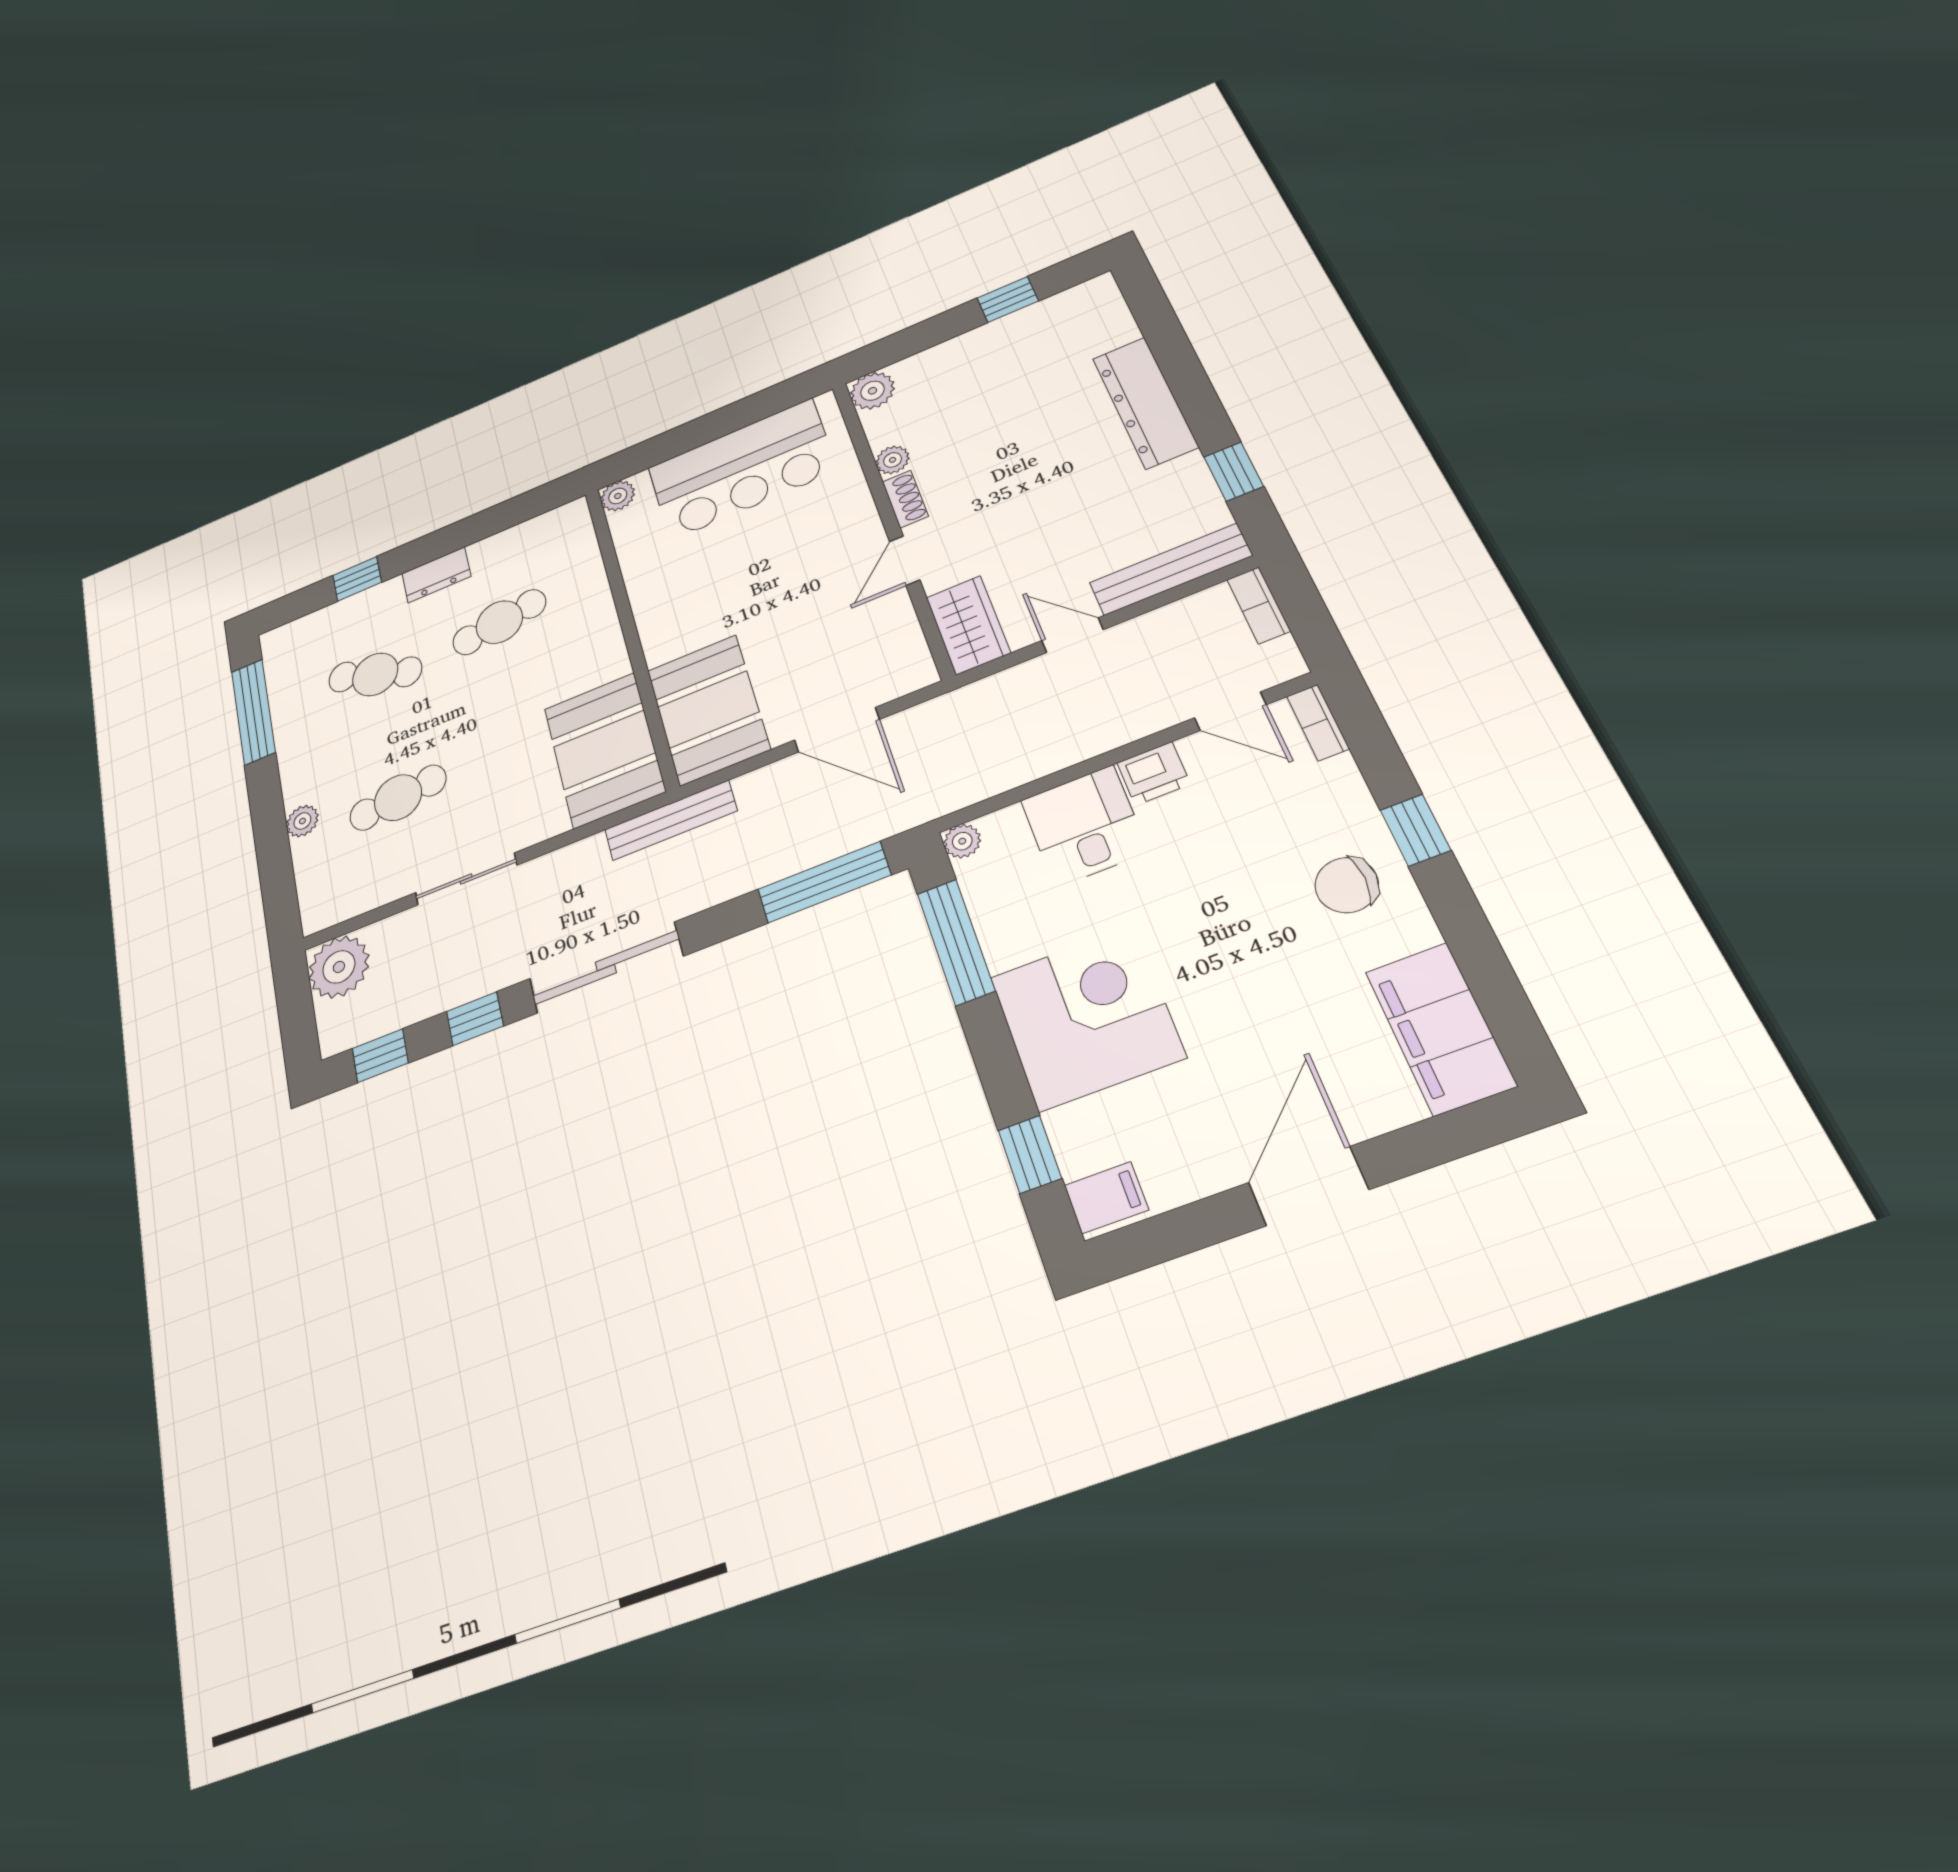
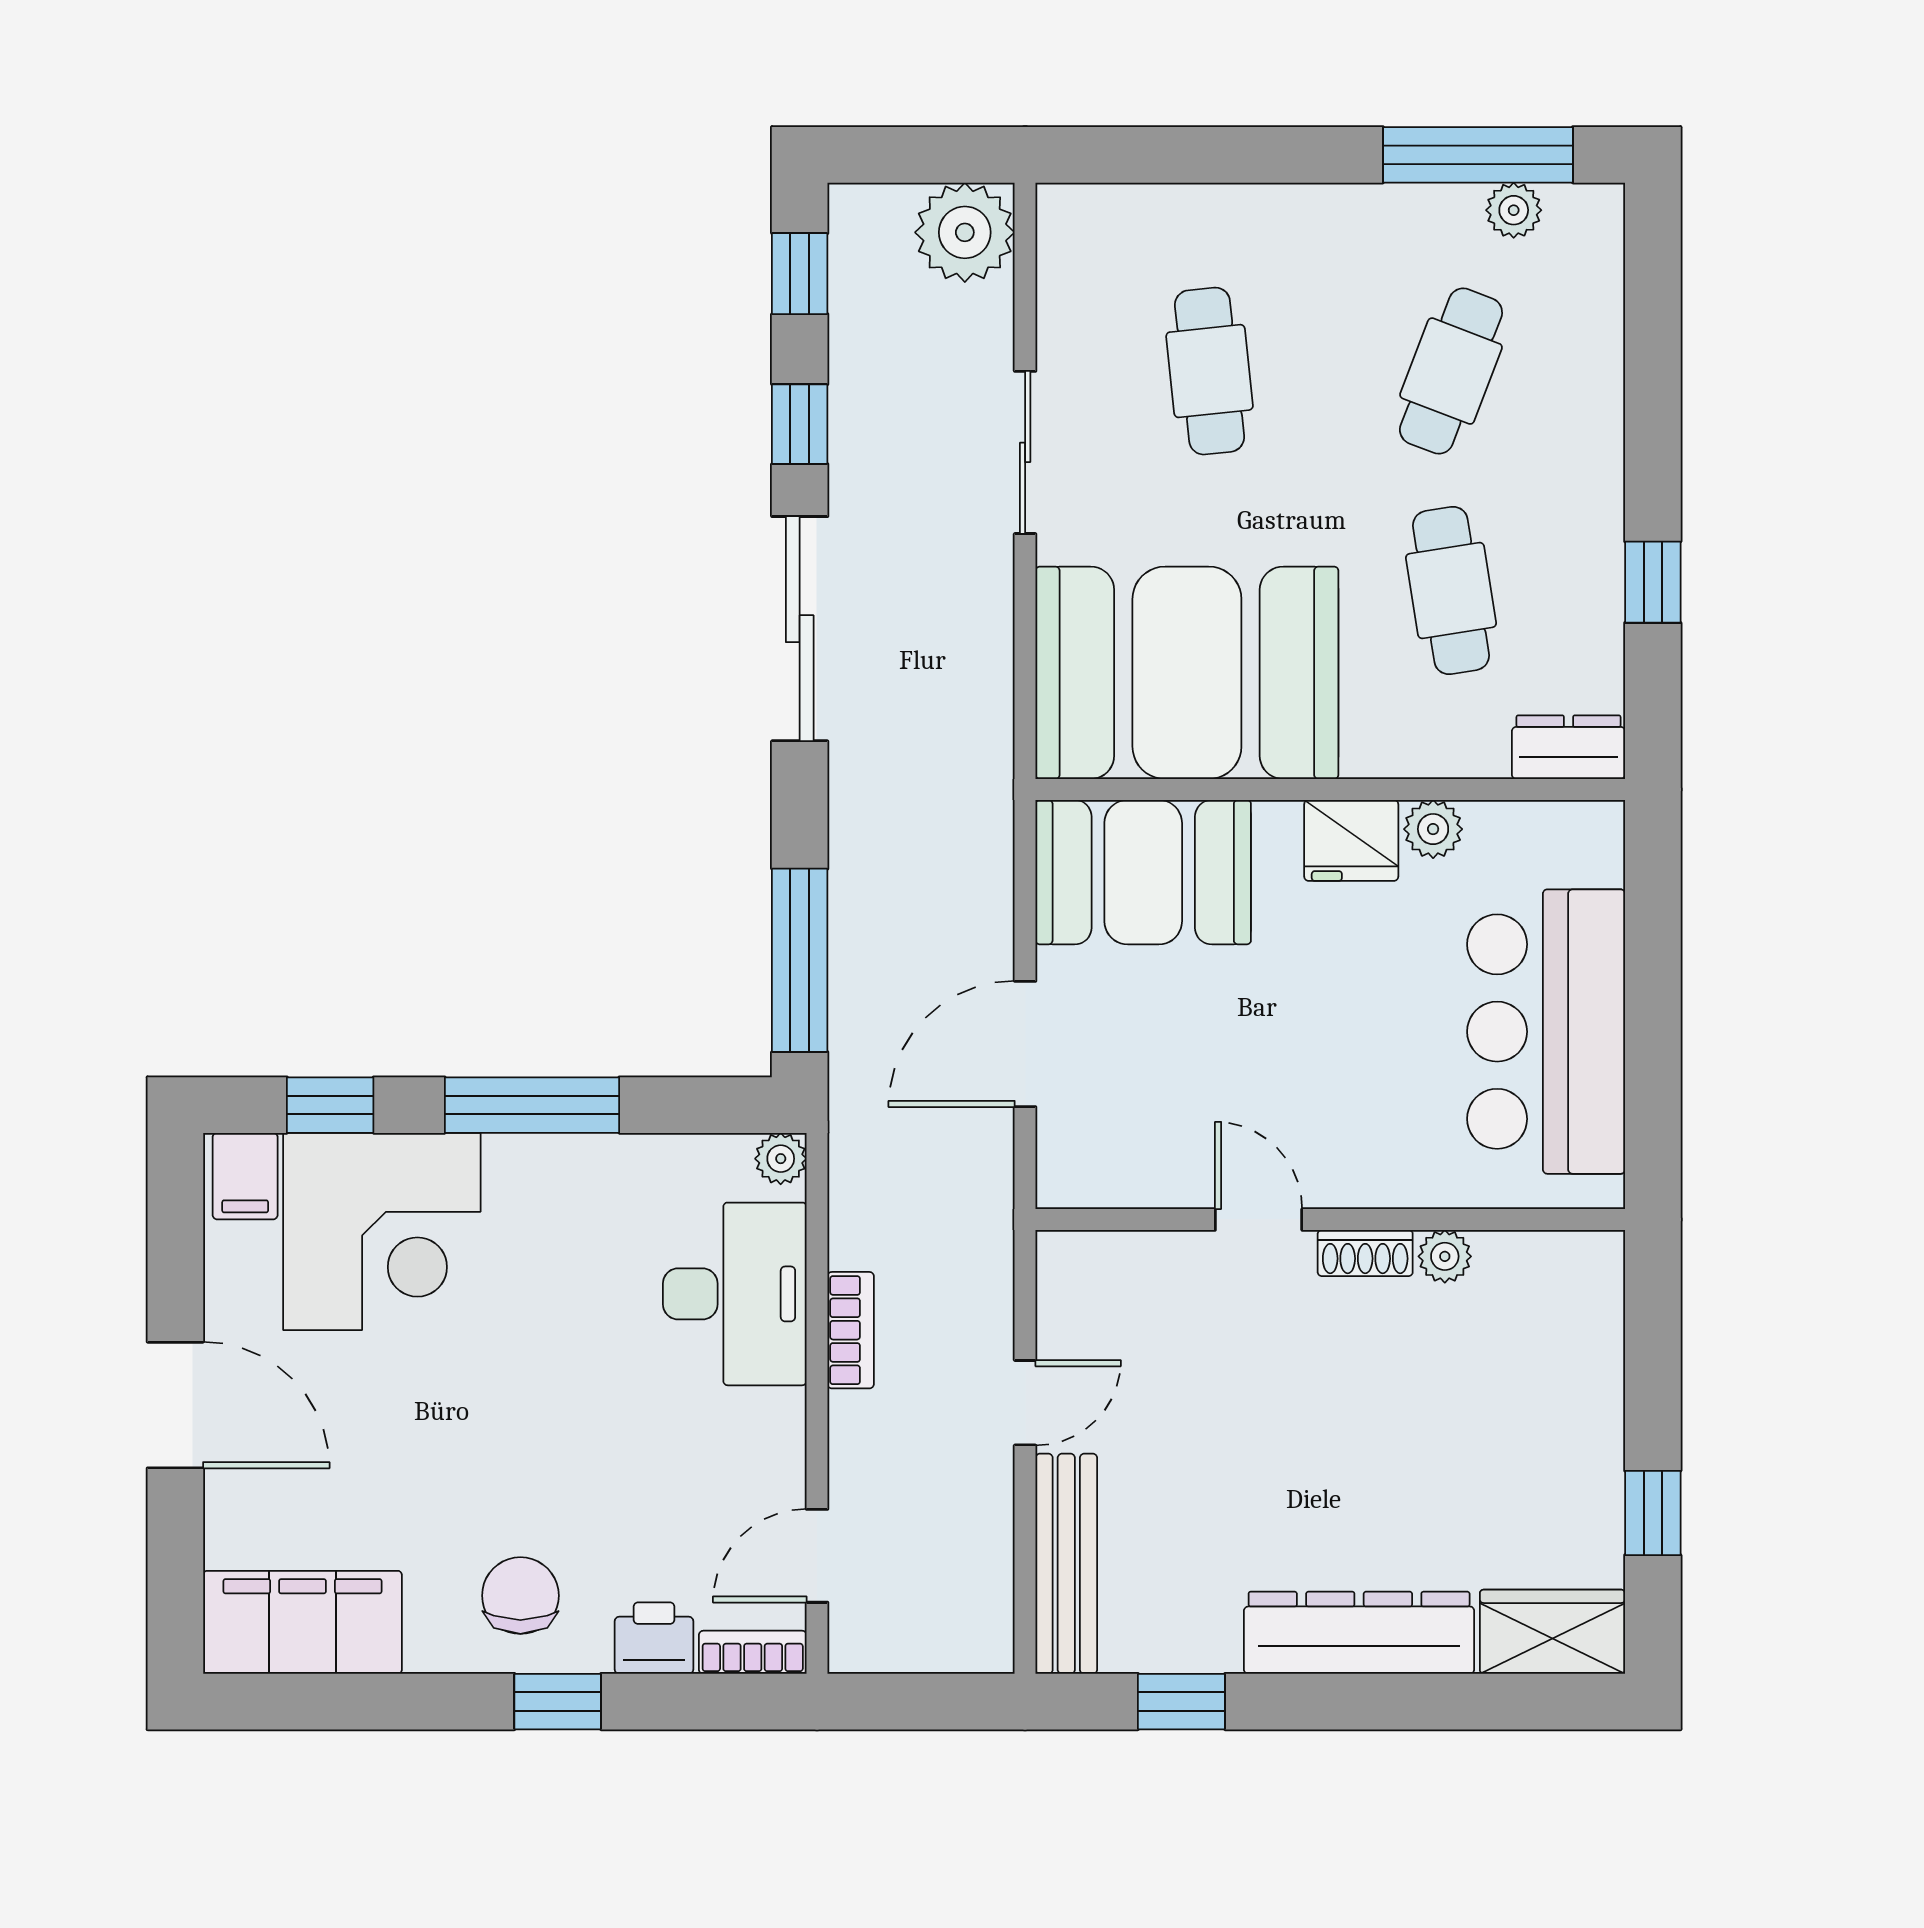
plant: (872, 391) -> (1589, 1266), removed
plant: (618, 496) -> (1433, 829), moved
dresser: (436, 575) -> (1568, 747), moved, turned 90
window: (357, 579) -> (1653, 582), moved
bookcase: (1259, 605) -> (851, 1330), moved, turned 90
fridge: (658, 610) -> (1351, 840), added
wardrobe: (968, 625) -> (1552, 1632), moved, turned 180
booth: (604, 750) -> (1187, 673), width x1.36, depth x1.42
printer: (1154, 773) -> (654, 1638), moved, turned 90
bench: (671, 820) -> (987, 774), removed
plant: (302, 821) -> (1514, 210), moved
desk: (1084, 826) -> (735, 1294), width x1.37
window: (956, 942) -> (532, 1105), moved
corner desk: (1087, 1017) -> (382, 1232), moved

